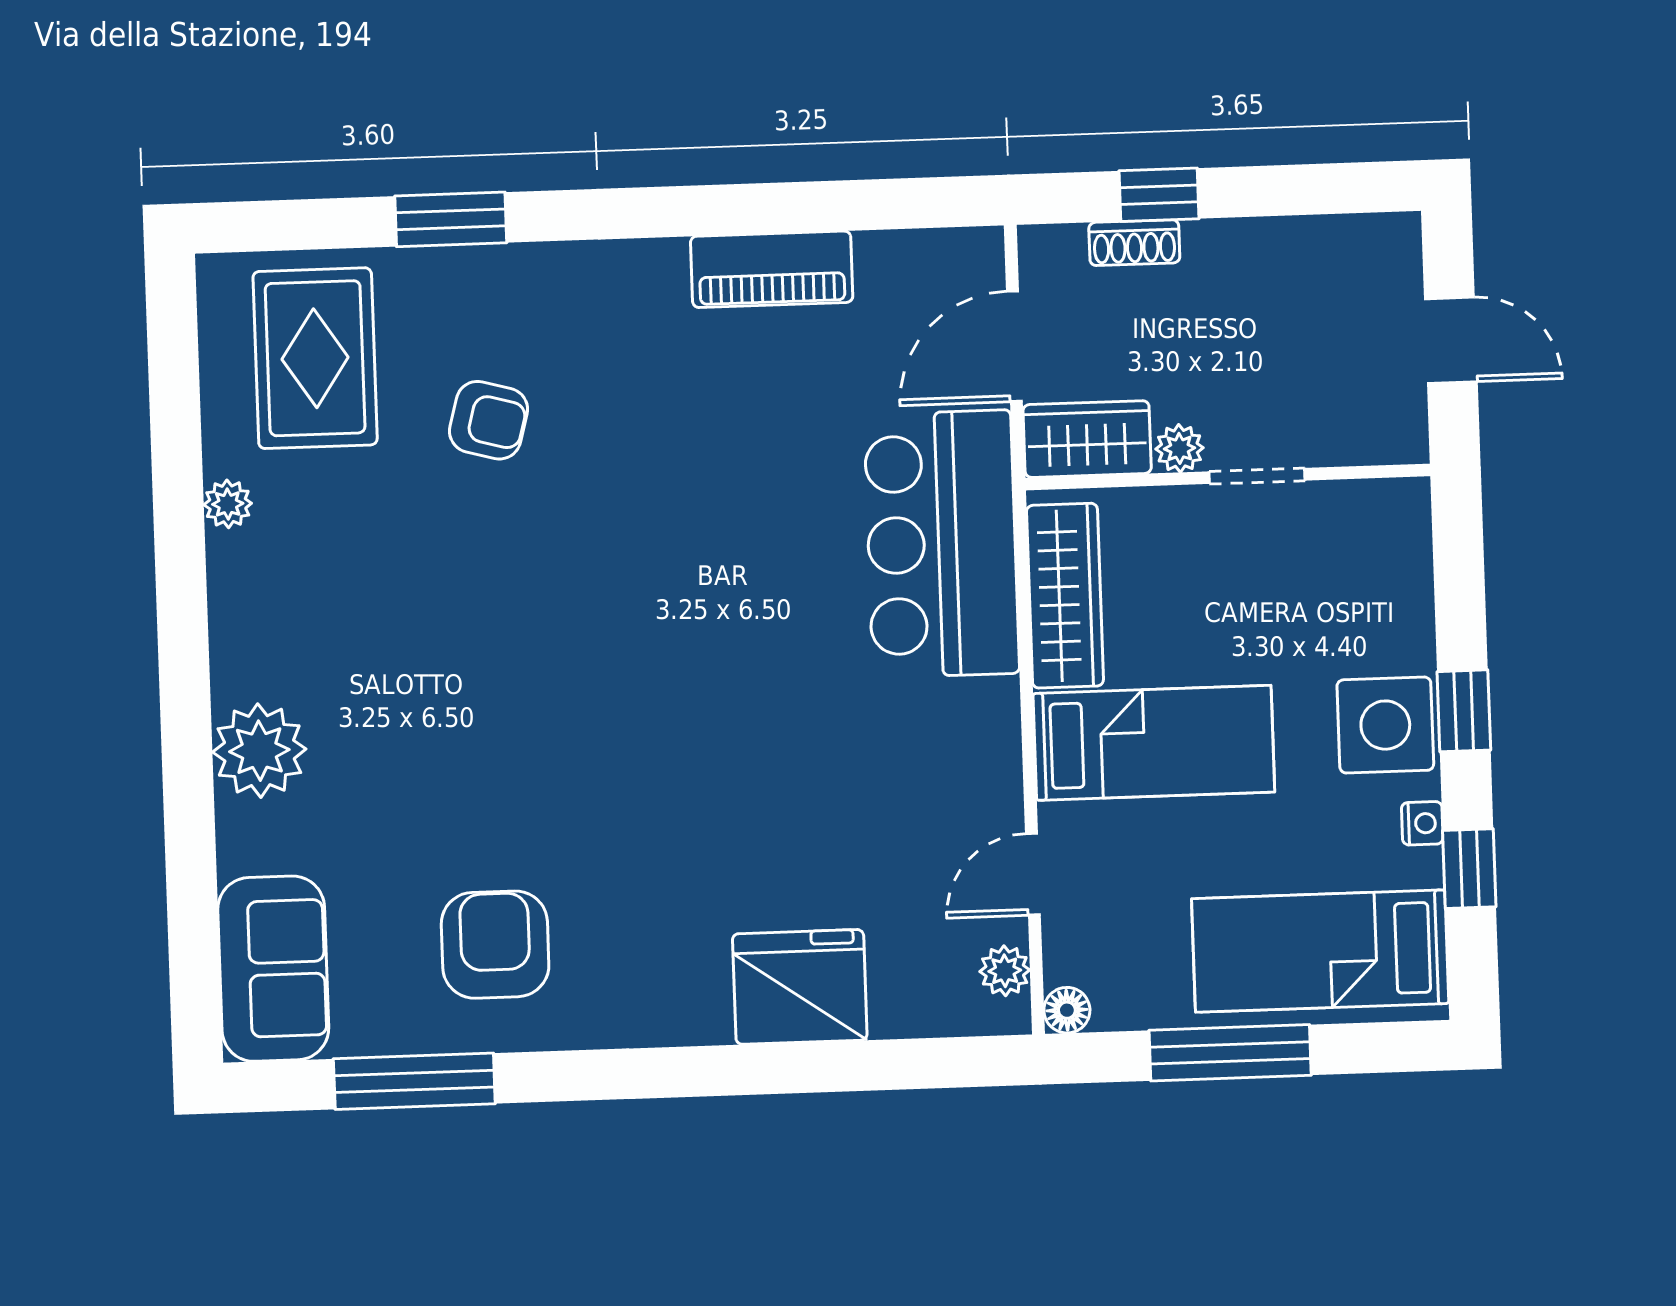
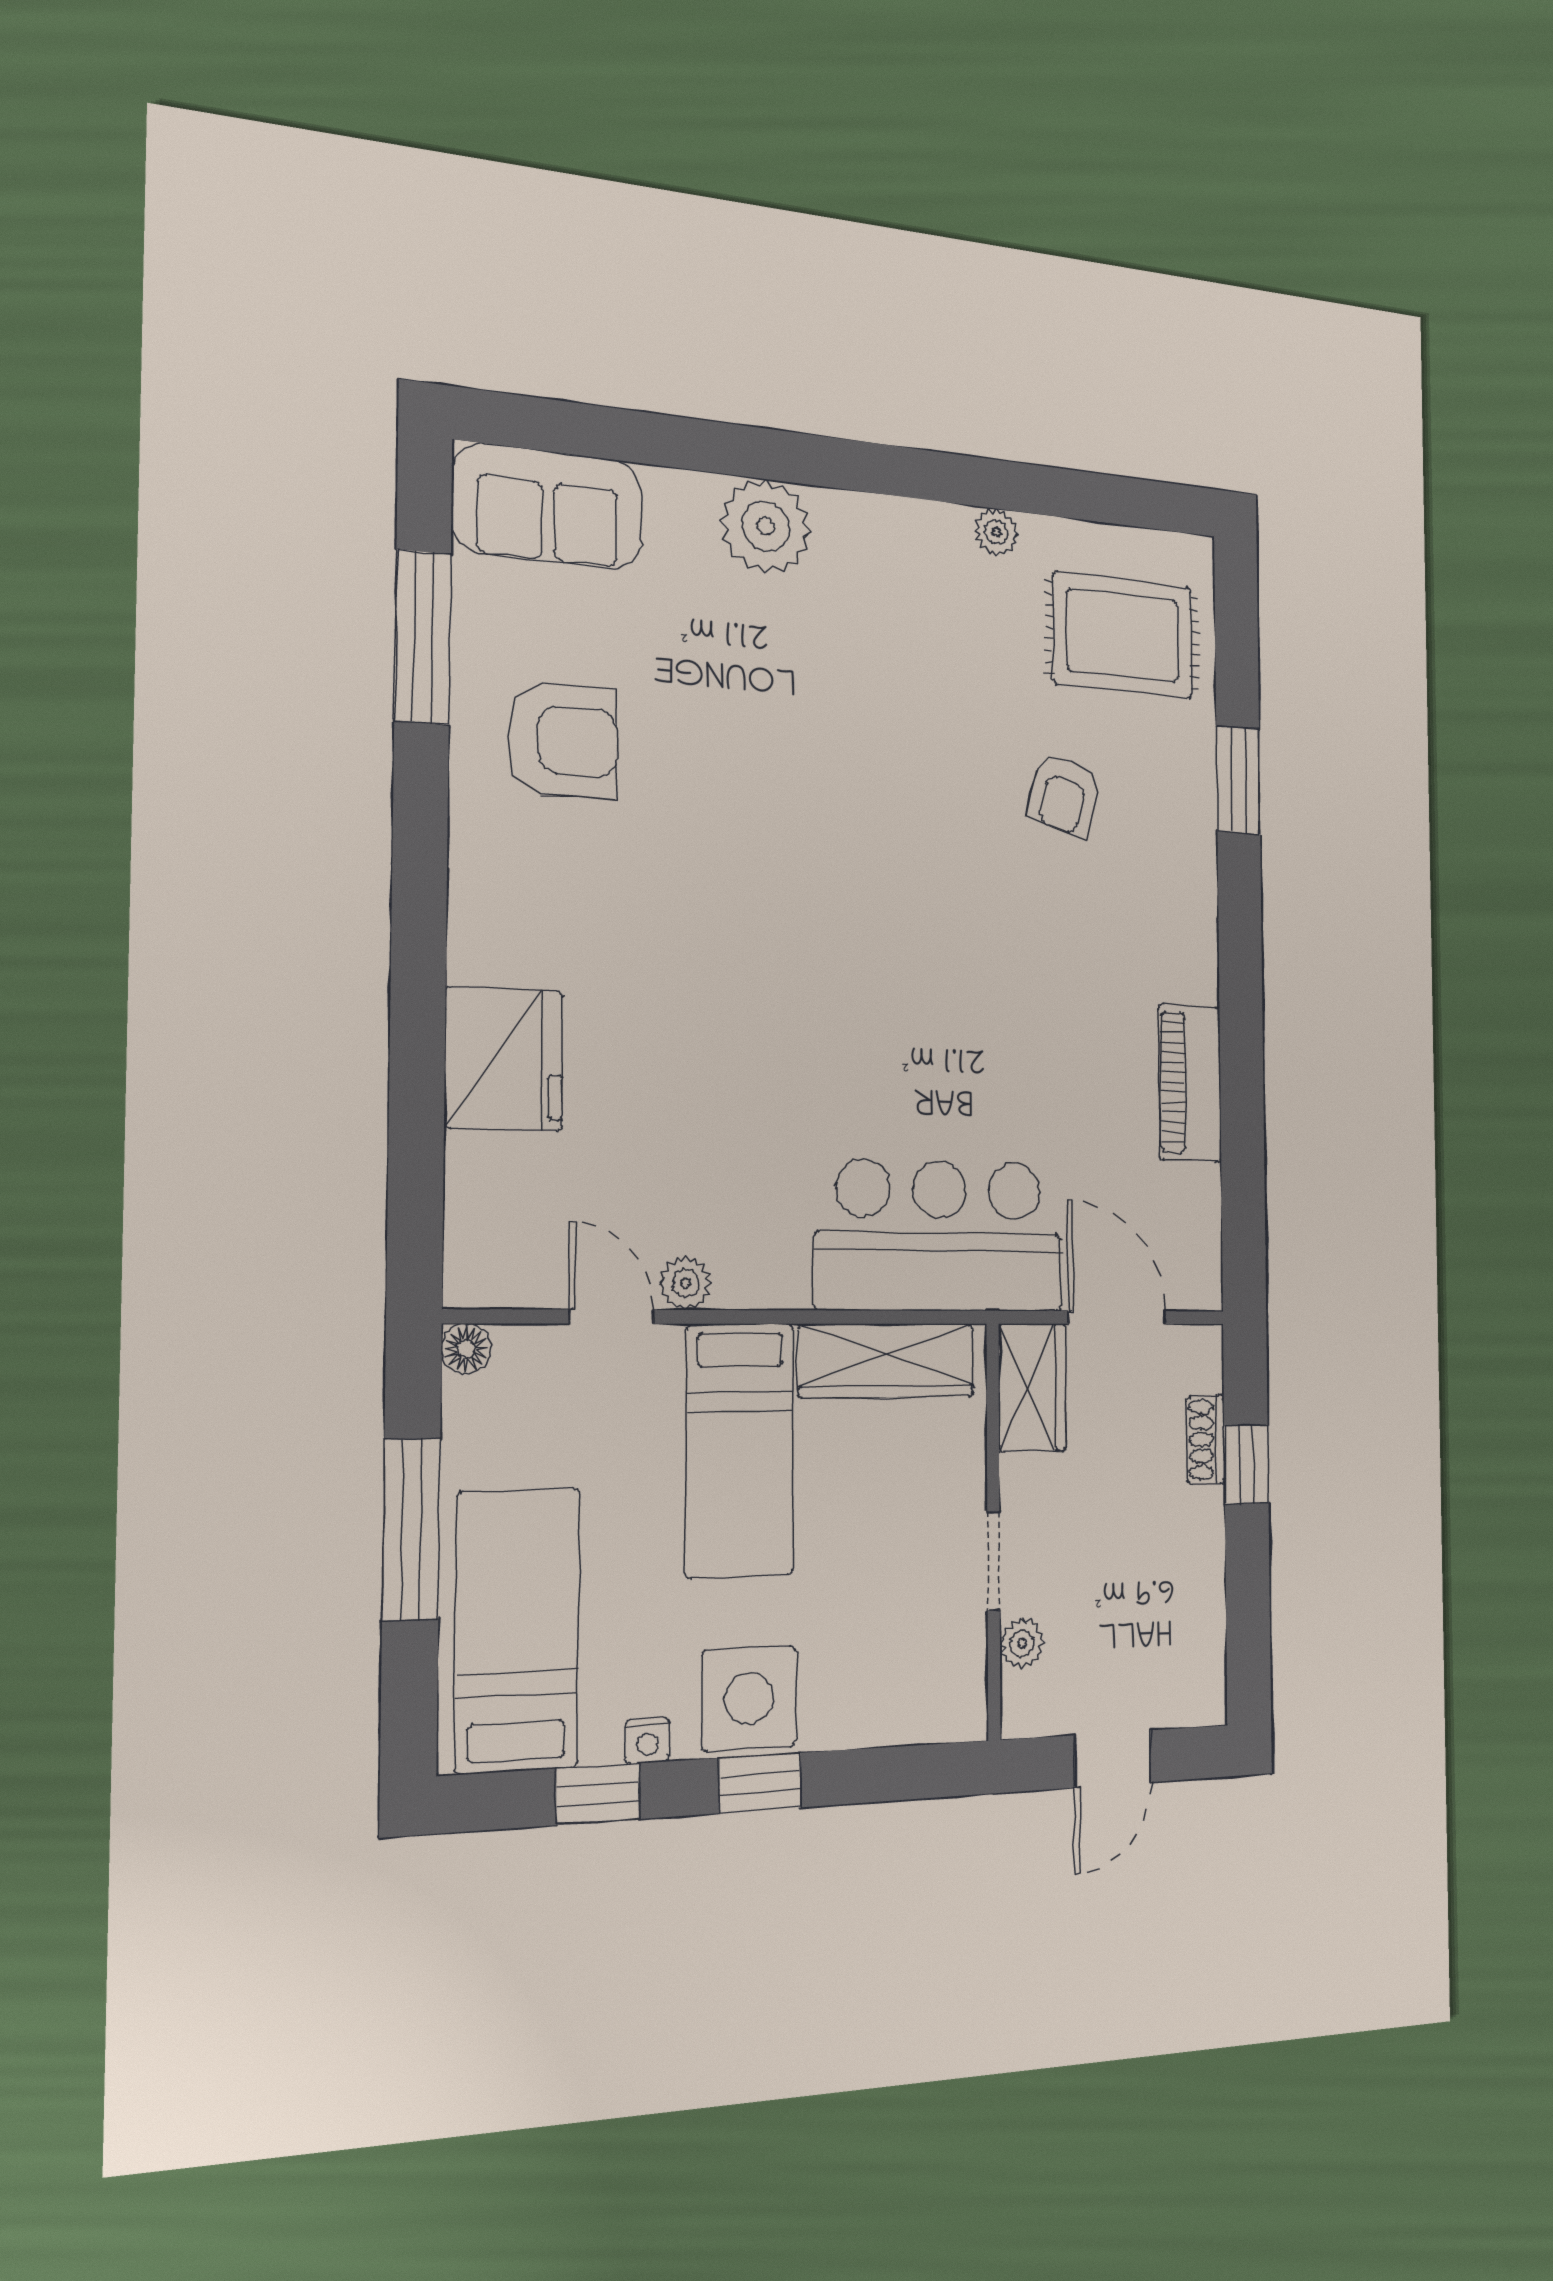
plant: (1179, 448) -> (1022, 1643), moved
plant: (1005, 971) -> (686, 1283), moved

